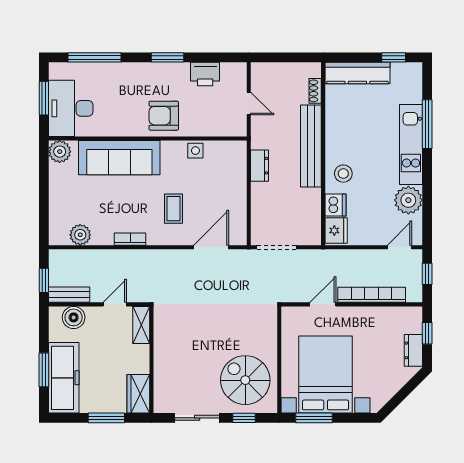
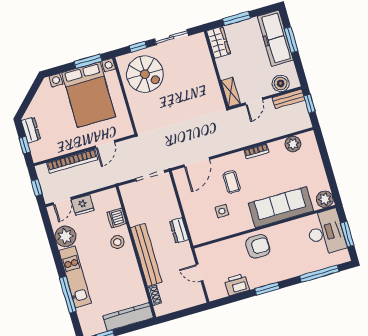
side table: (195, 151) -> (222, 211), moved
fridge: (336, 230) -> (83, 205), moved, turned -90

